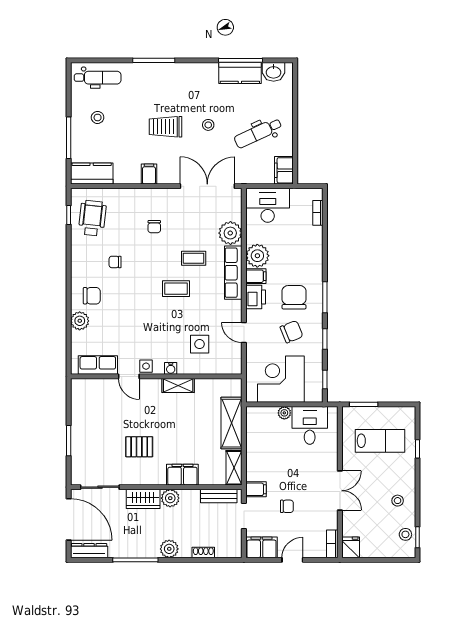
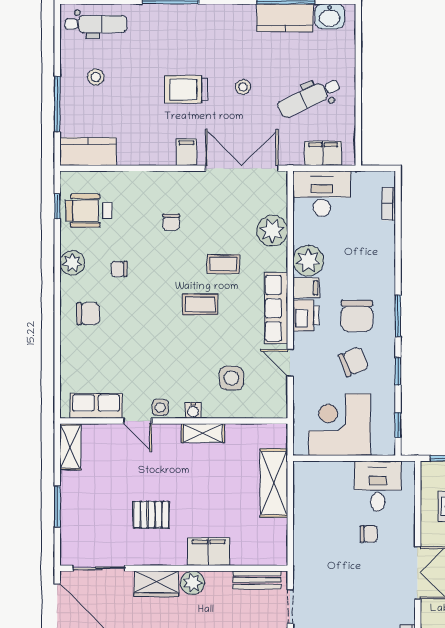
filing cabinet: (284, 170) -> (323, 153), moved, turned 90
filing cabinet: (149, 174) -> (186, 152), moved
wheelchair: (92, 218) -> (89, 211), turned -96
row of seats: (233, 273) -> (276, 308), moved
chair: (294, 297) -> (357, 316), turned 180
plant: (80, 321) -> (72, 263), moved
plant: (284, 413) -> (344, 469), removed
shelving: (234, 468) -> (70, 447), moved
filing cabinet: (256, 489) -> (306, 571), removed
chair: (287, 506) -> (369, 534), moved

